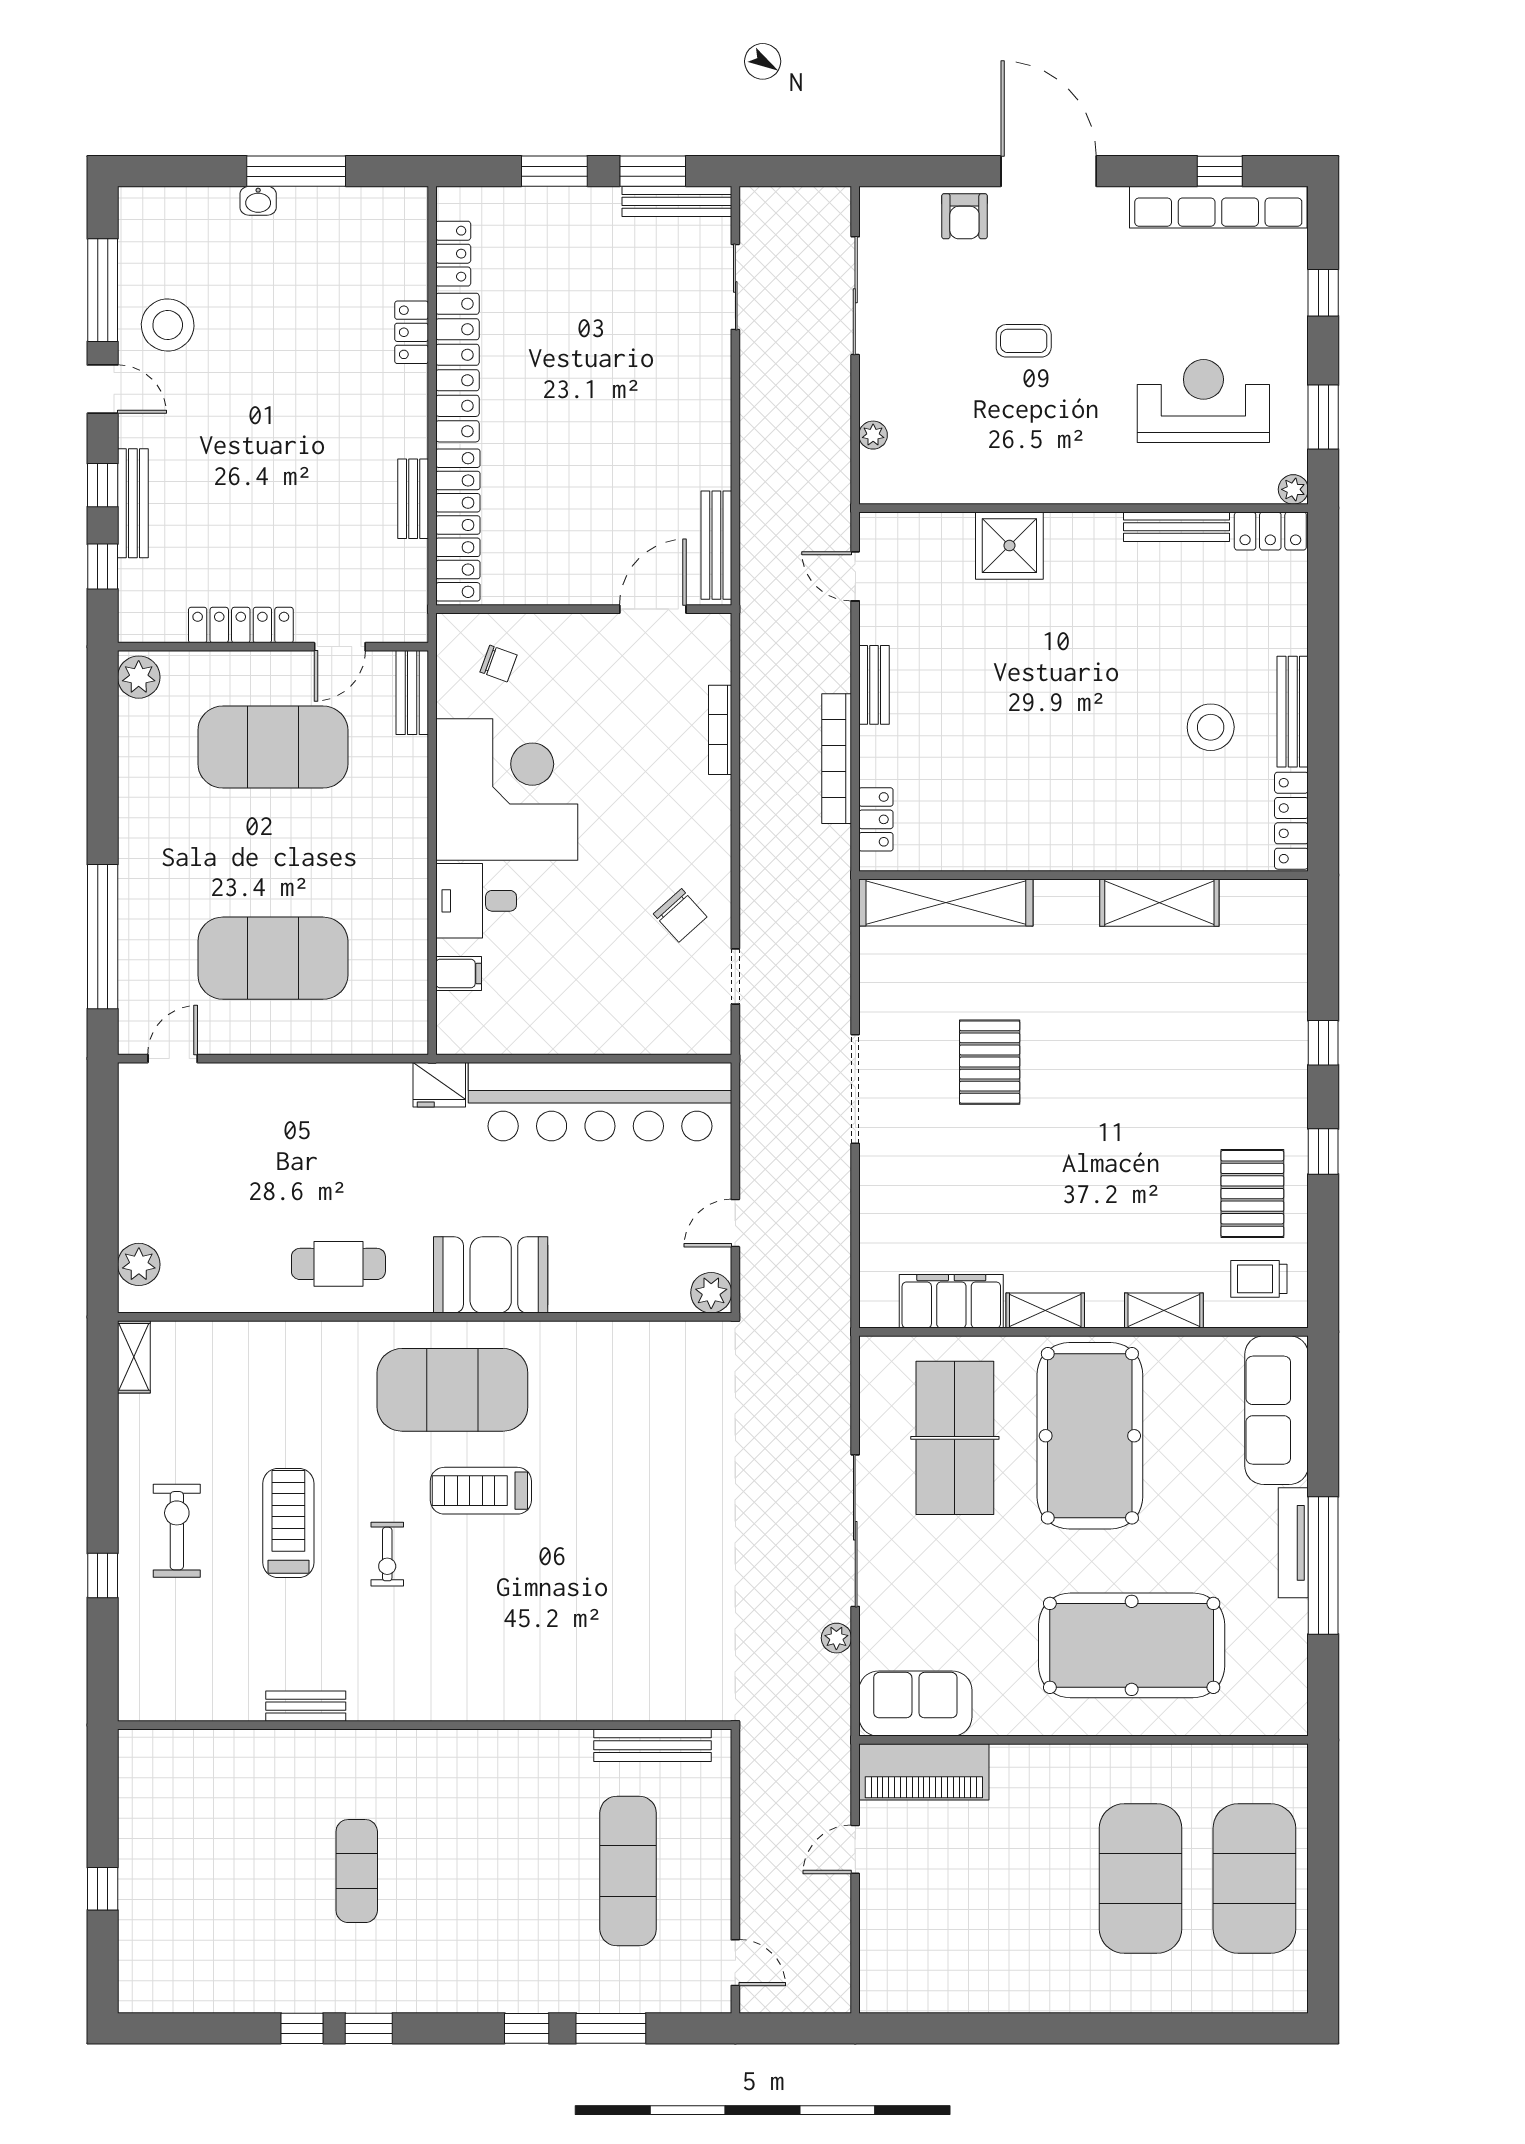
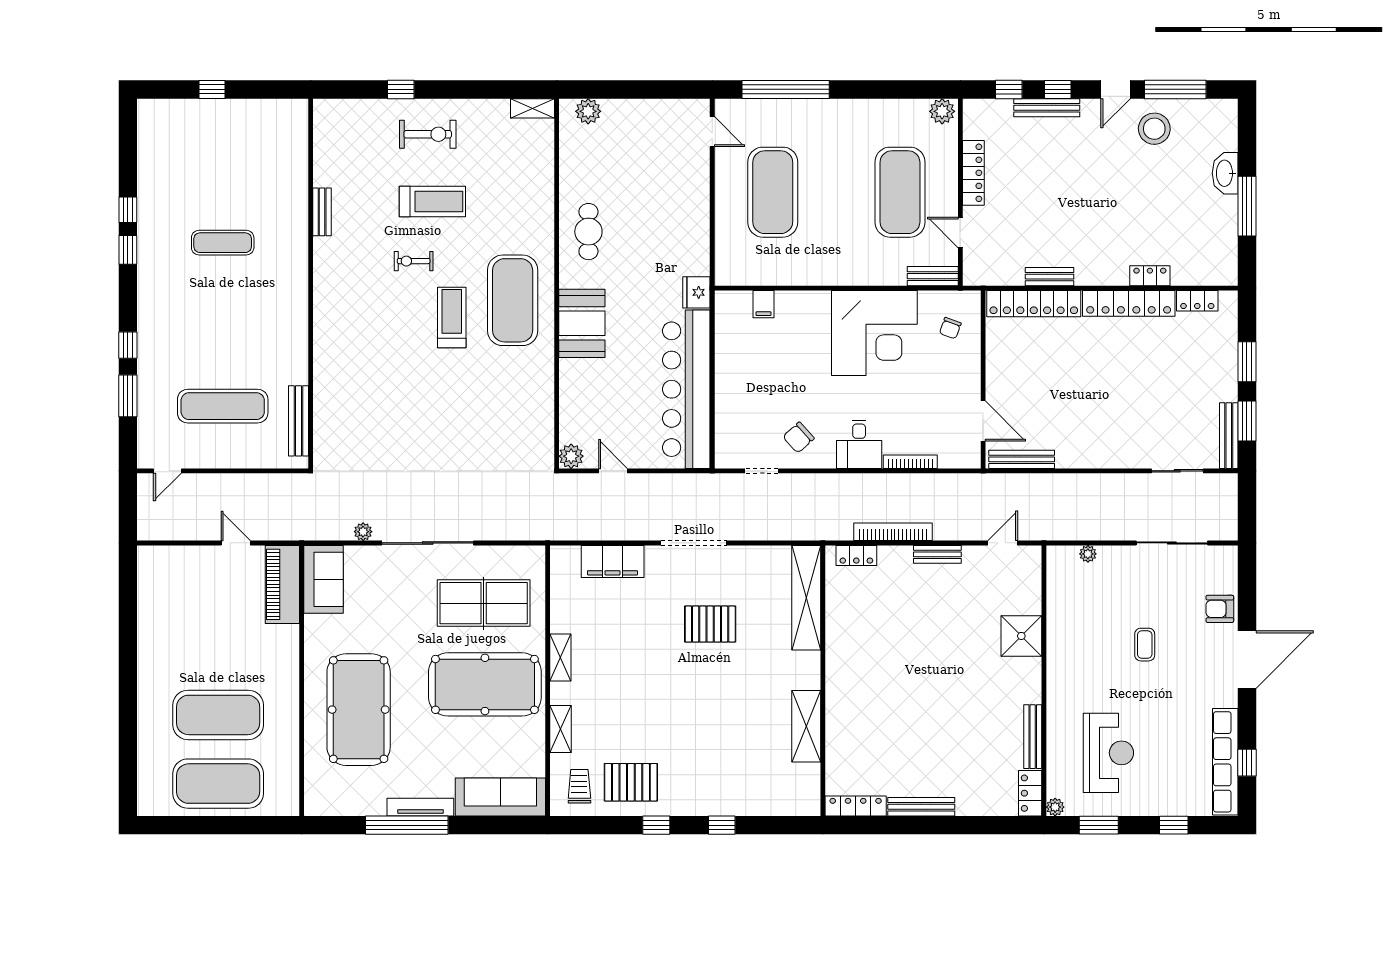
washbasin: (258, 201) -> (1225, 173), width x1.91, depth x1.45
stool: (1211, 727) -> (912, 757), removed
desk: (476, 901) -> (859, 444), moved, turned 180
filing cabinet: (951, 1301) -> (613, 561), moved, turned 90

